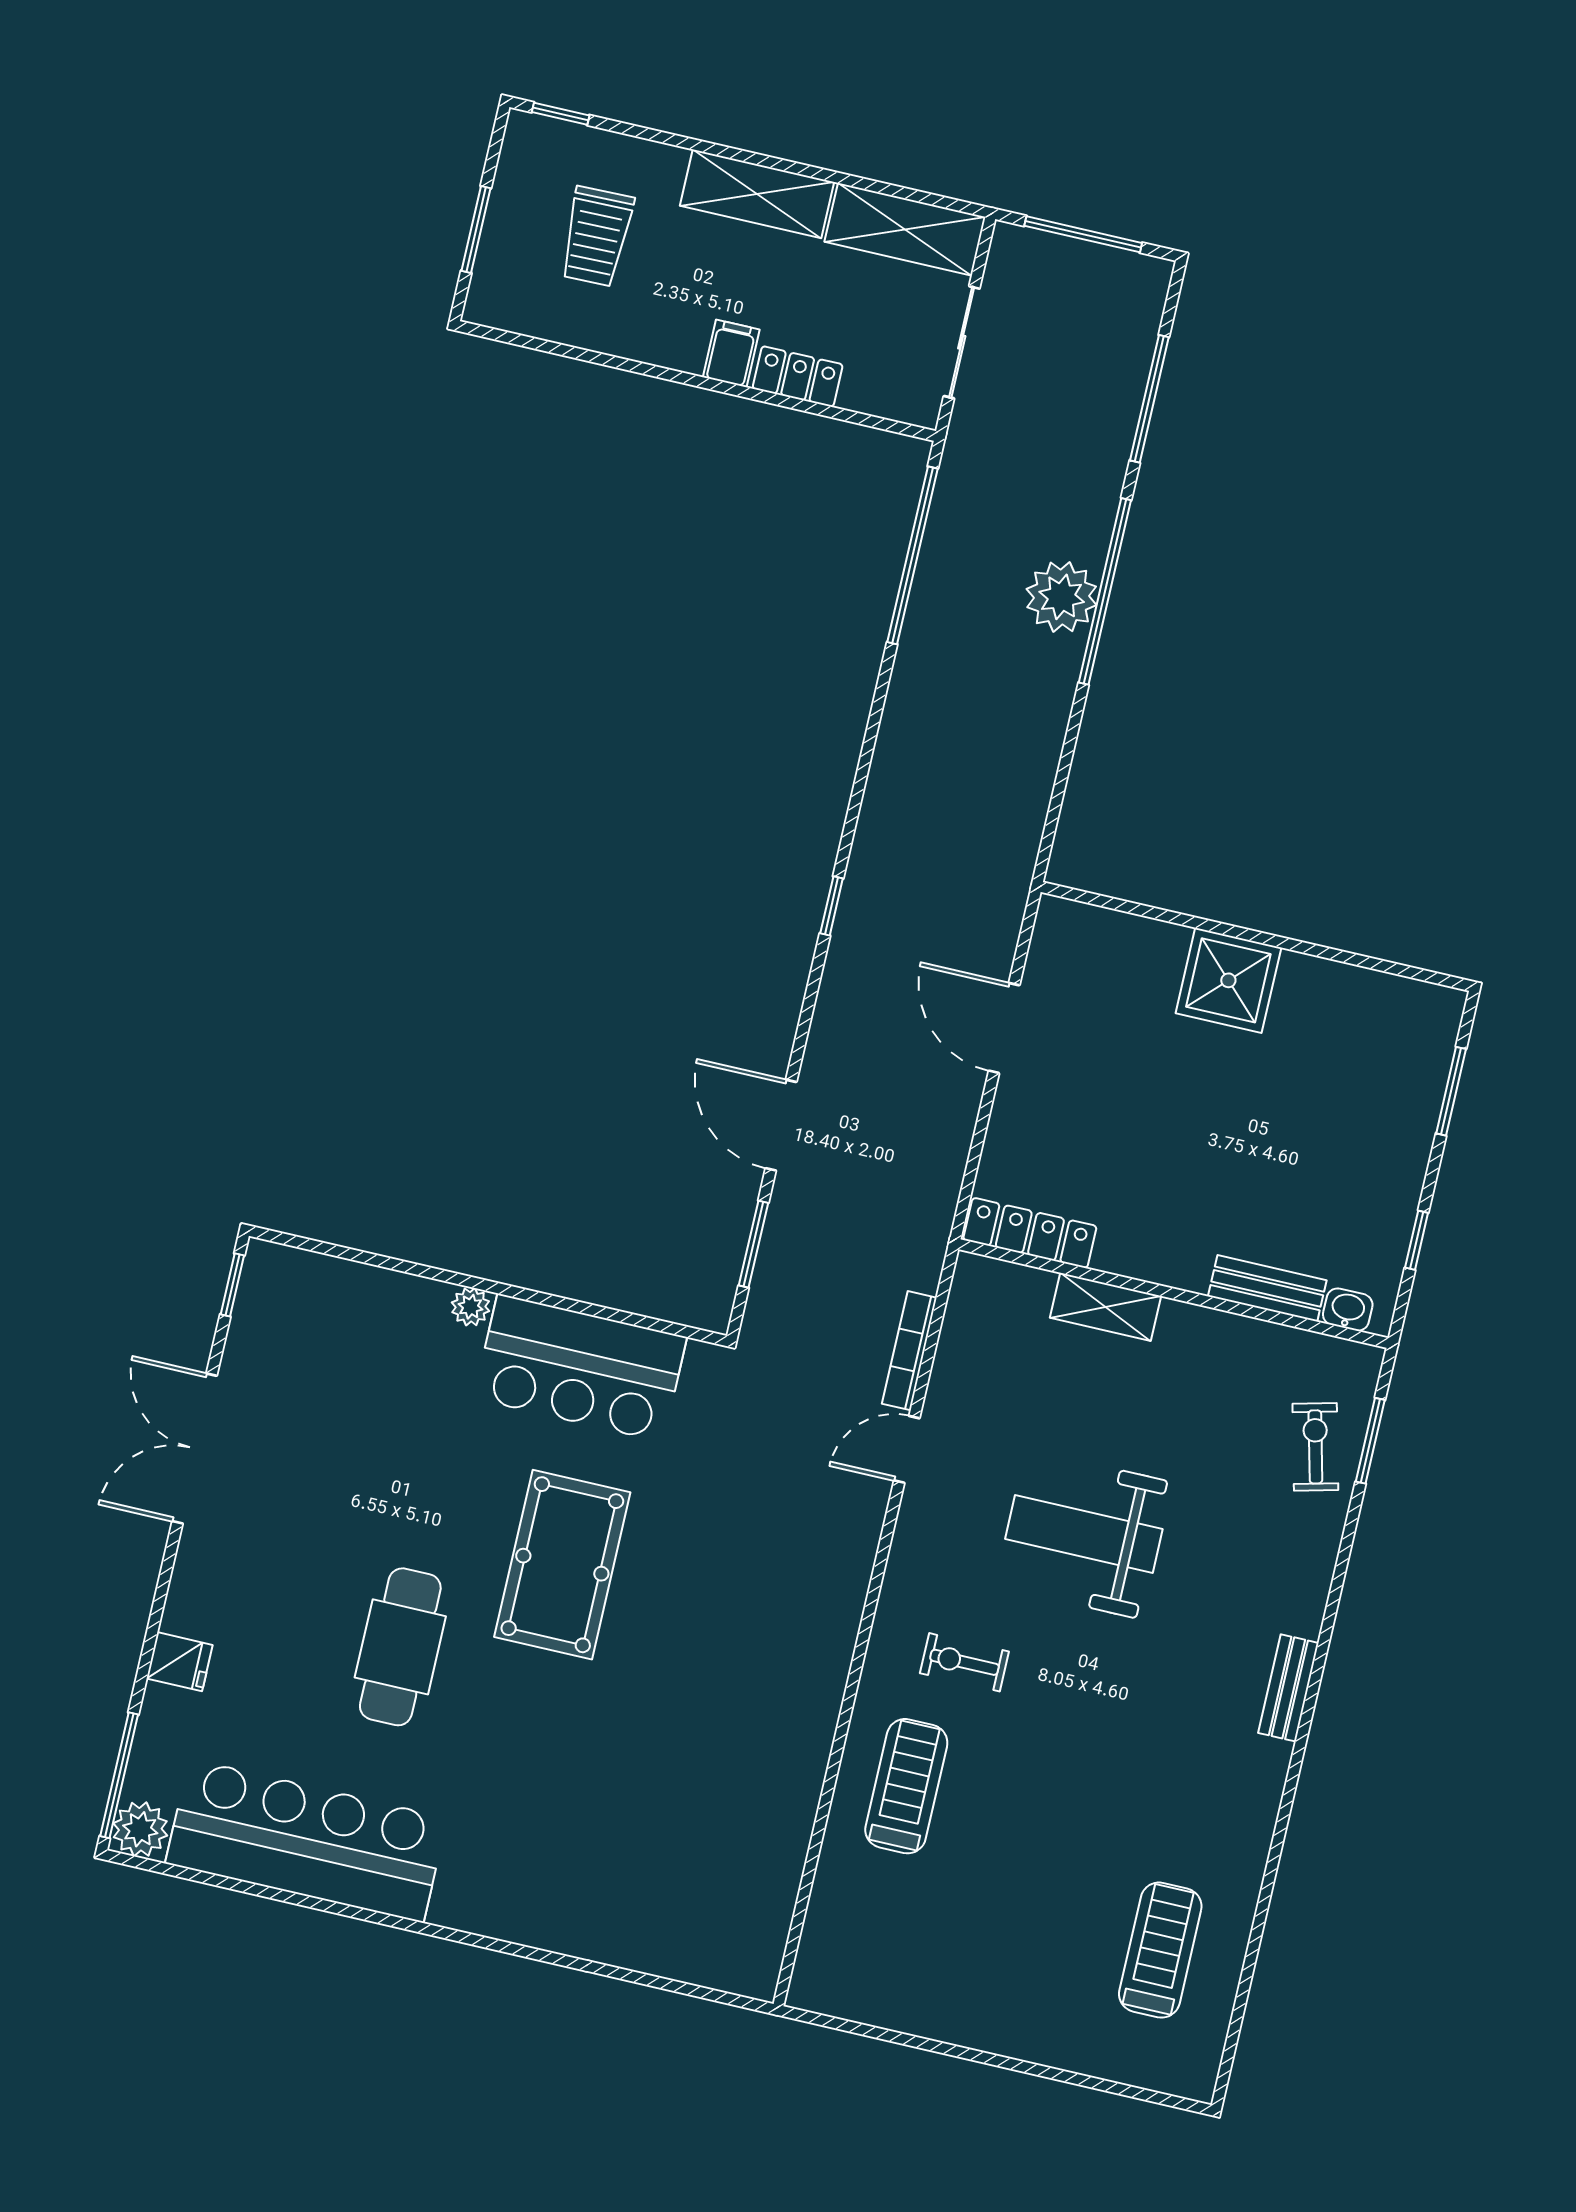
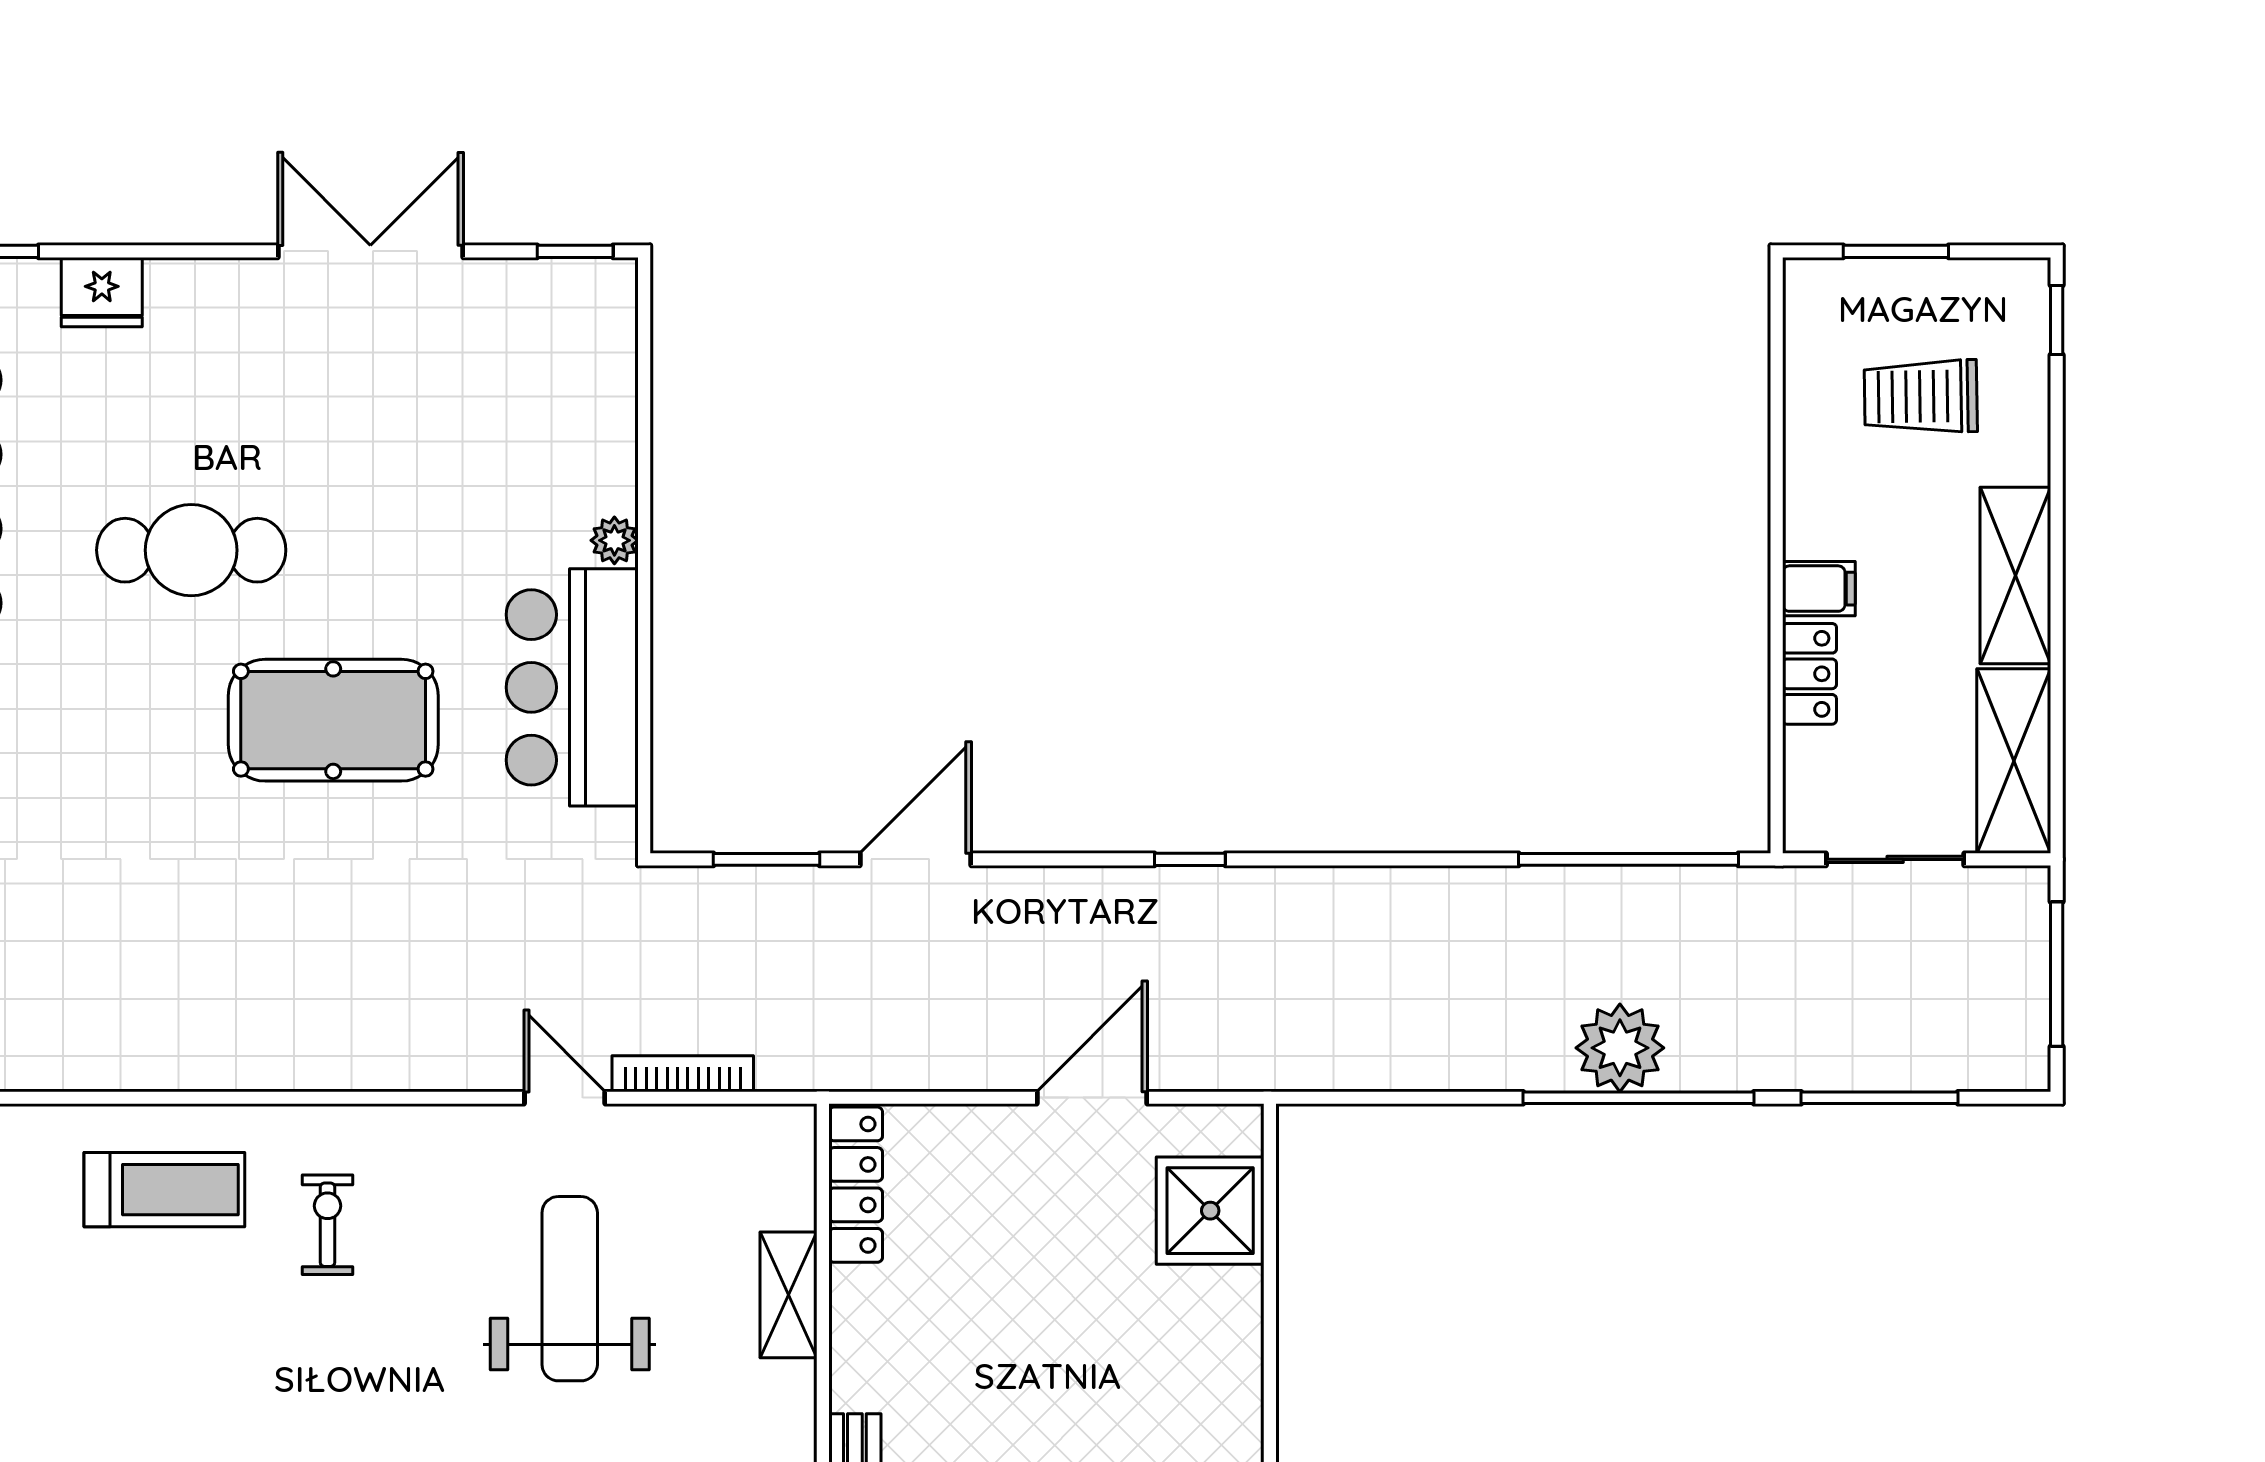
shower: (1228, 980) -> (1210, 1211), moved
weight bench: (1084, 1534) -> (570, 1289), moved
fridge: (180, 1662) -> (102, 292), width x1.38

